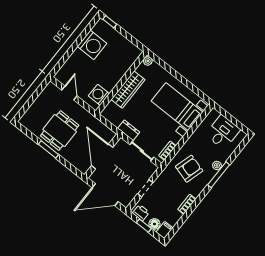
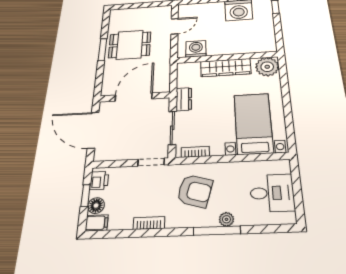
plant: (148, 61) -> (267, 67), width x1.88, depth x1.88
doorway: (145, 188) -> (151, 162), moved

